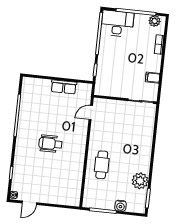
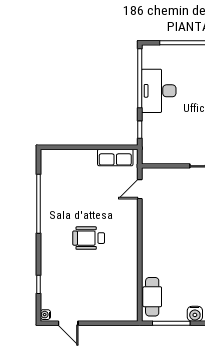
desk: (117, 24) -> (159, 91), moved, turned -90
row of seats: (64, 87) -> (115, 157), moved
cafe table: (102, 165) -> (152, 297), moved
door: (29, 203) -> (68, 323), hinge flipped

